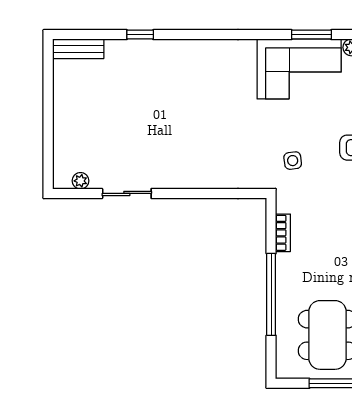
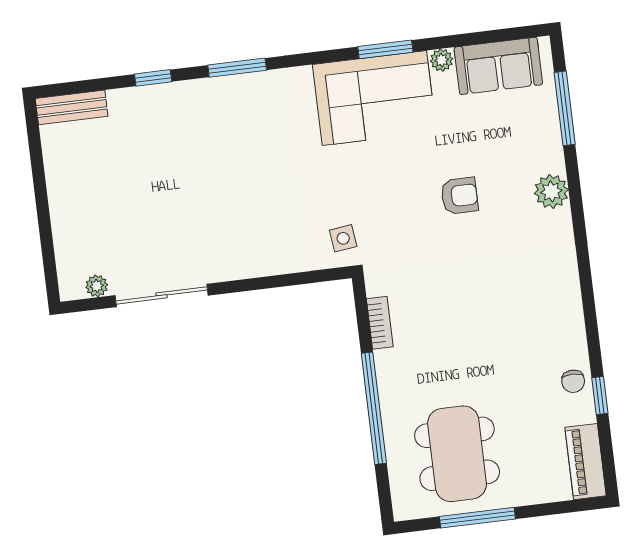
window: (202, 35) -> (237, 68), added
side table: (293, 161) -> (343, 238), moved
sliding door: (127, 193) -> (162, 295), width x1.37

